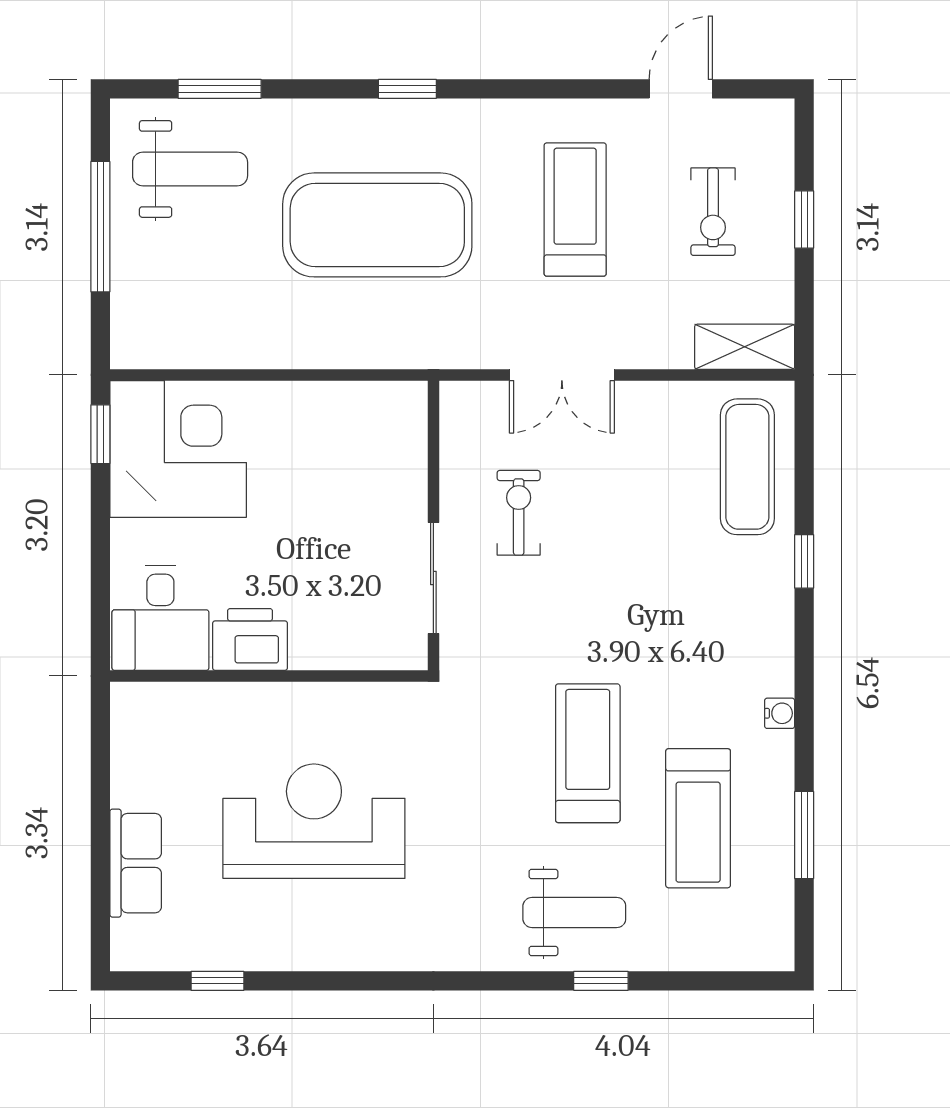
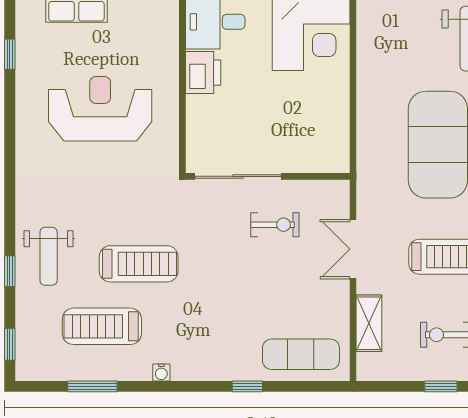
shelving: (745, 347) -> (369, 323), moved
sliding door: (433, 578) -> (238, 176), width x1.37
reception desk: (314, 821) -> (100, 109), turned -90
window: (730, 981) -> (10, 344), added

